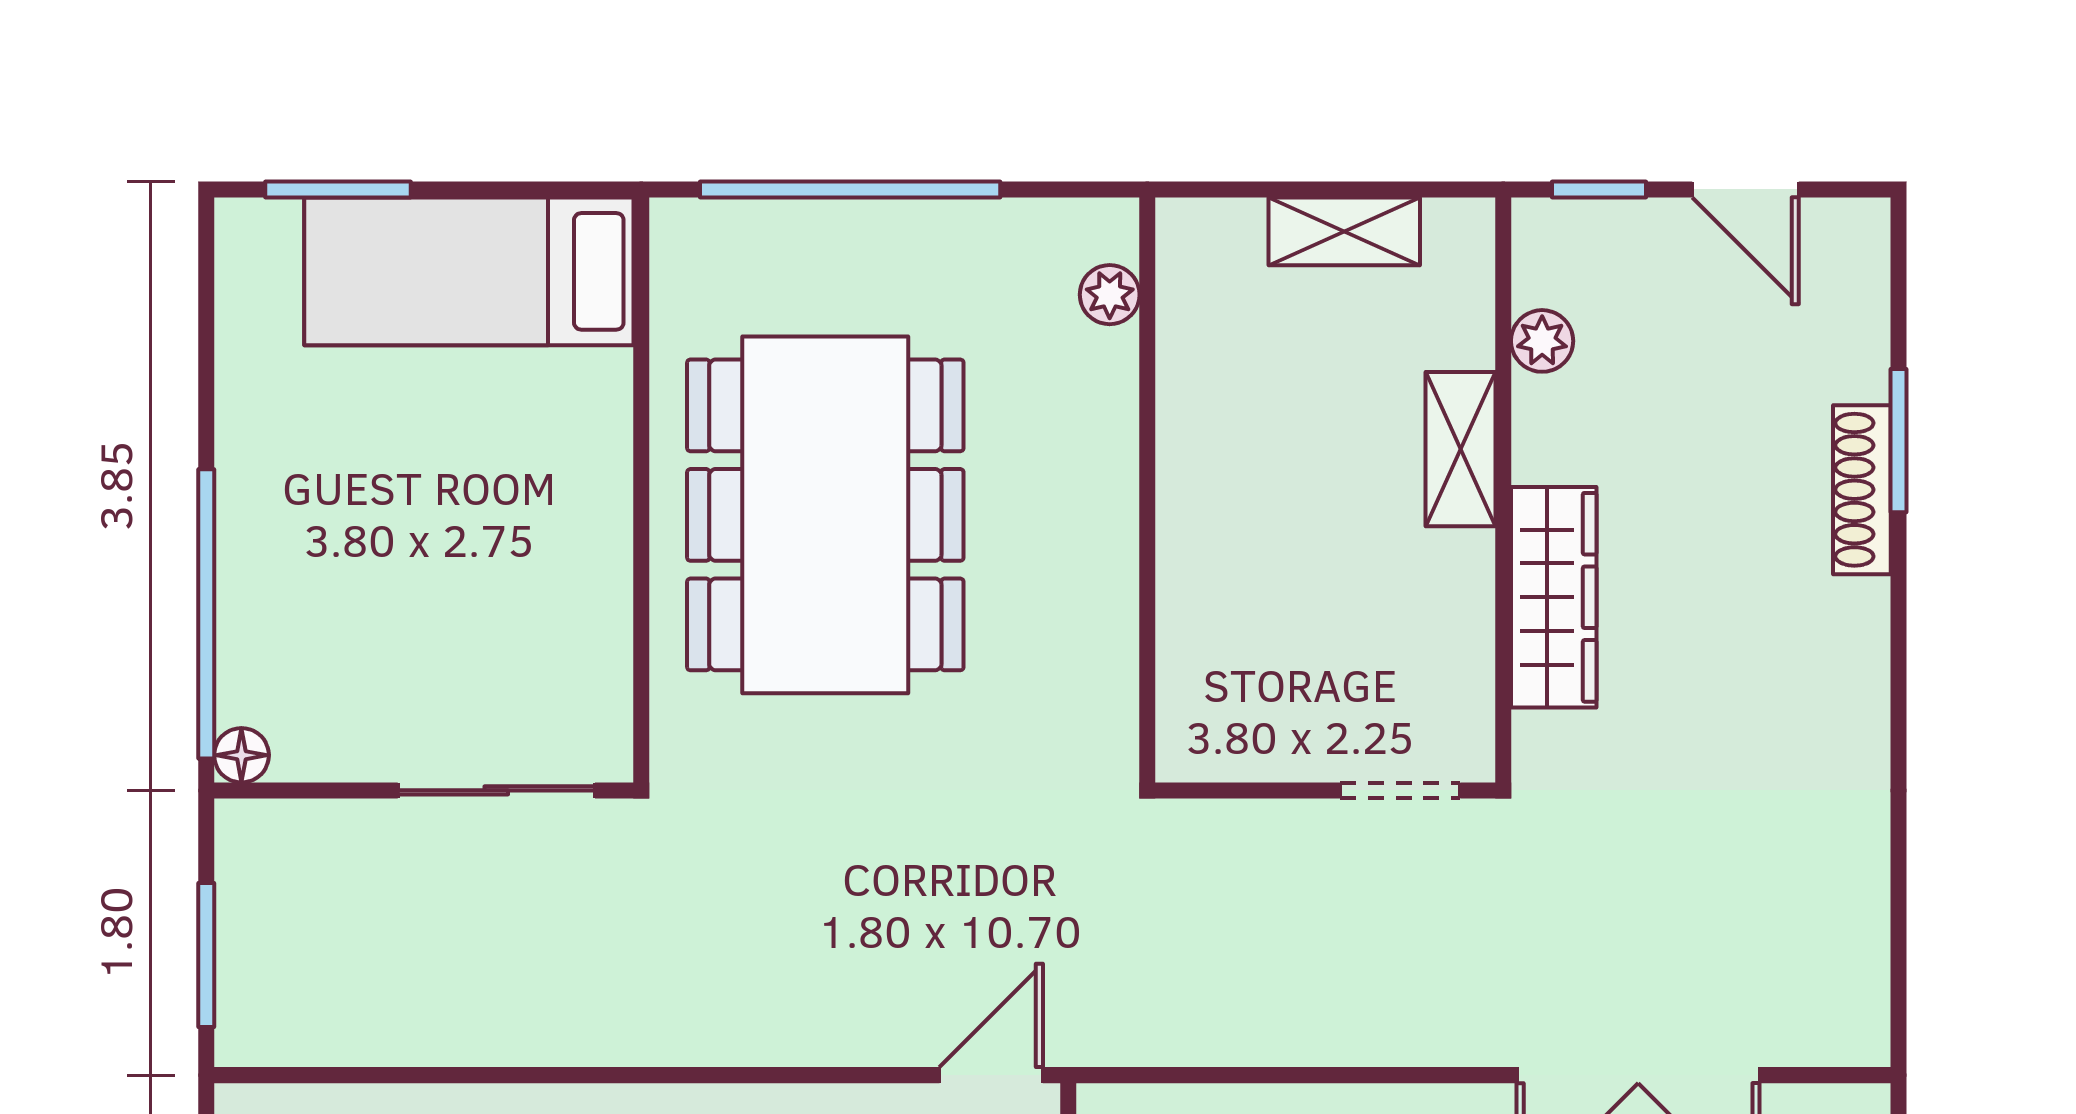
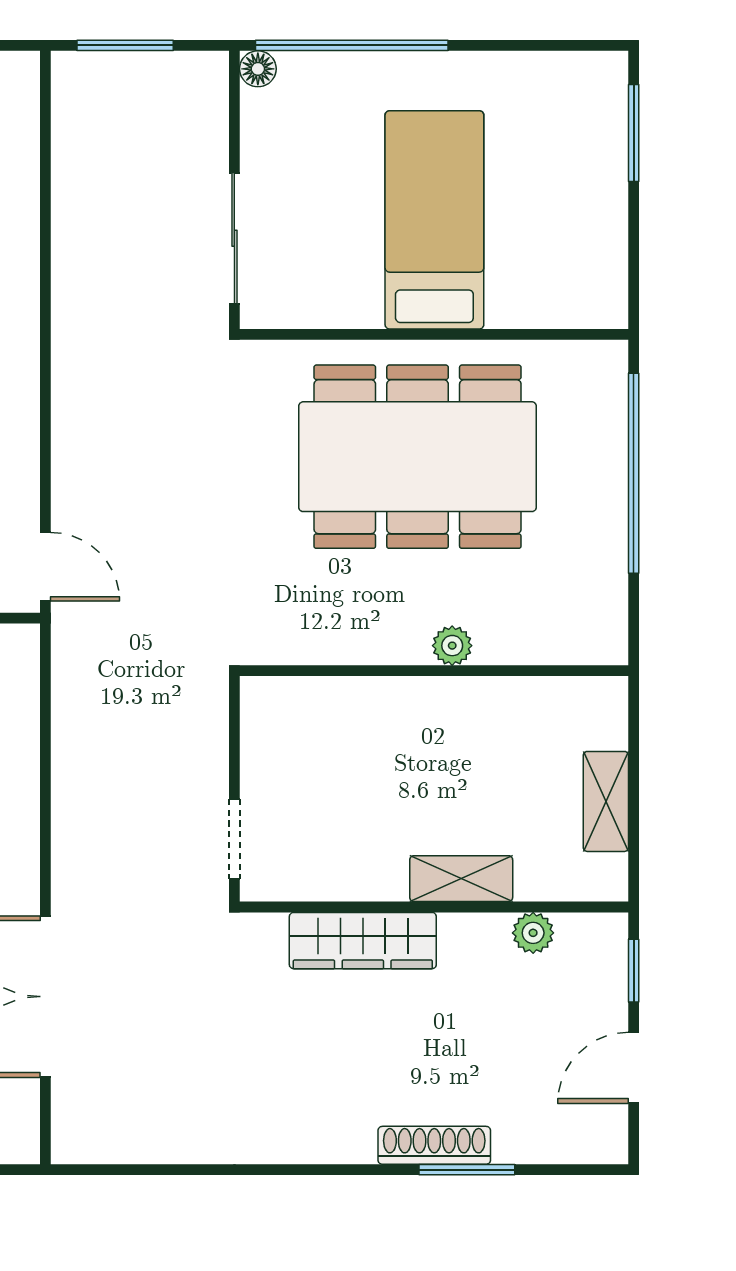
bed: (469, 271) -> (434, 220), moved
plant: (1110, 295) -> (452, 646), moved

